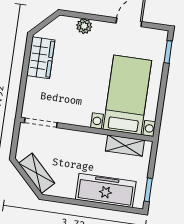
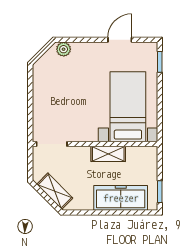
plant: (84, 26) -> (64, 49), moved
wardrobe: (41, 58) -> (43, 84), removed
shelving: (125, 146) -> (108, 154), moved

